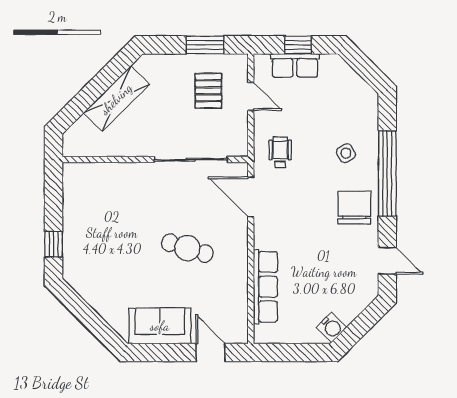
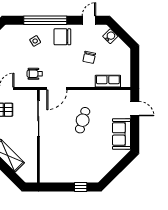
chair: (313, 261) -> (89, 57), added
row of seats: (265, 287) -> (108, 81), width x0.68
water cooler: (332, 327) -> (110, 36), moved
door: (210, 352) -> (135, 109), swing flipped

